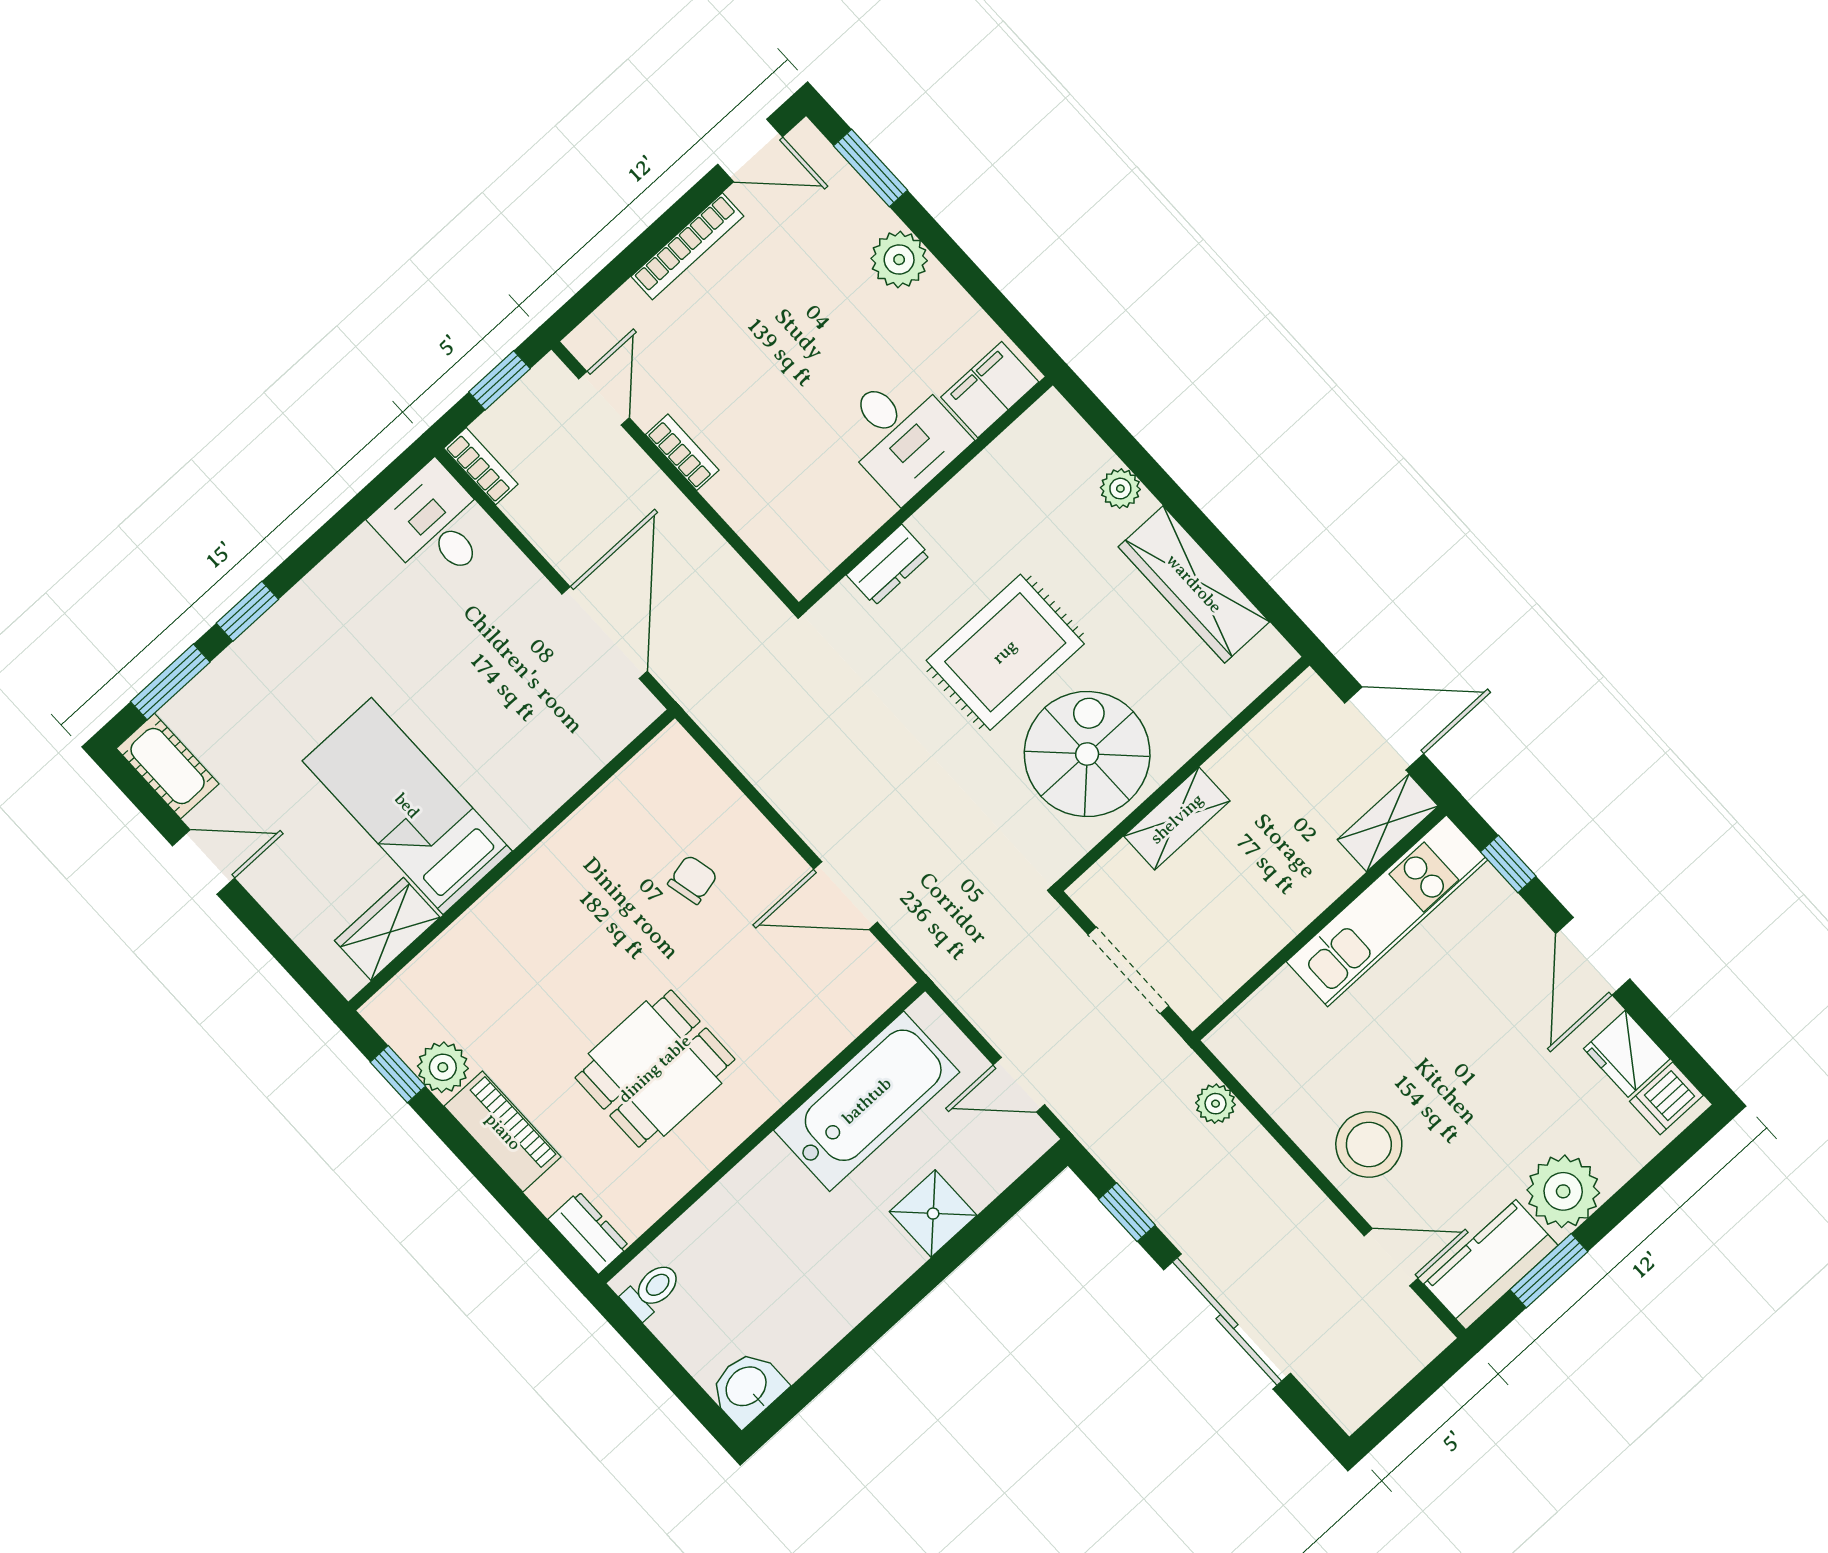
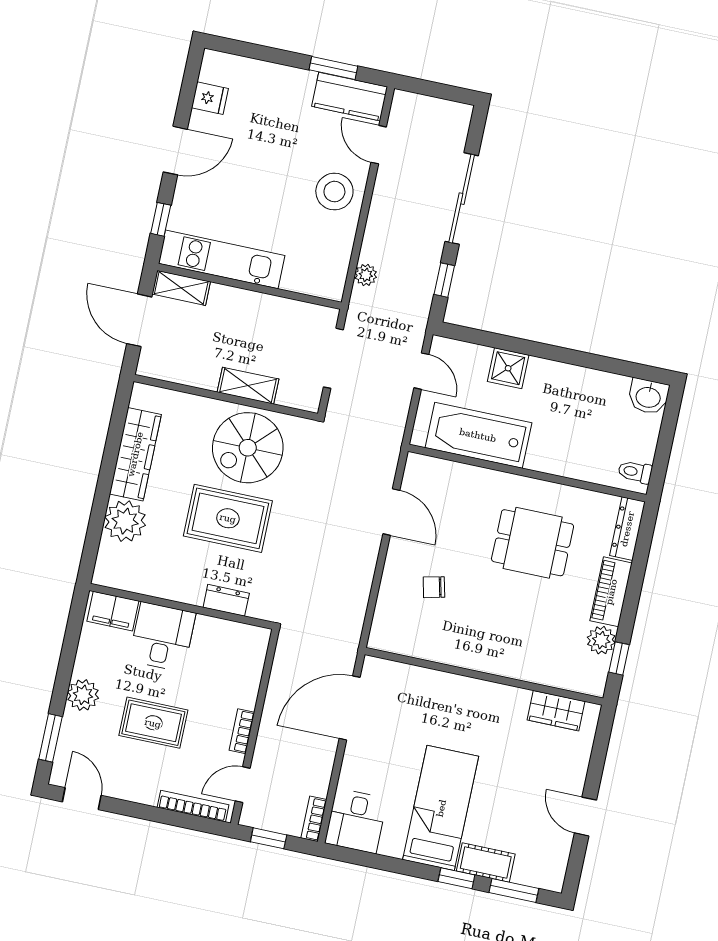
bookcase: (687, 246) -> (193, 806), moved
rug: (786, 333) -> (153, 723), added
plant: (1120, 489) -> (125, 521), width x1.88, depth x1.88
cot: (168, 766) -> (486, 862), moved, turned 90
bed: (407, 806) -> (441, 808), moved, turned 180
fridge: (1627, 1054) -> (210, 98), width x0.72
dishwasher: (1666, 1098) -> (216, 70), removed
plant: (1563, 1191) -> (292, 87), removed
dresser: (588, 1233) -> (627, 529), width x1.44

